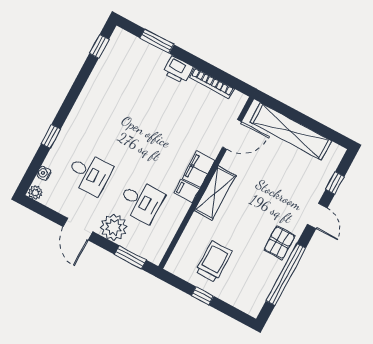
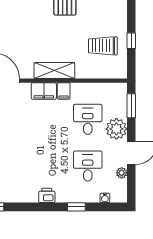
printer: (81, 110) -> (47, 195), added
plant: (35, 193) -> (122, 173), moved

